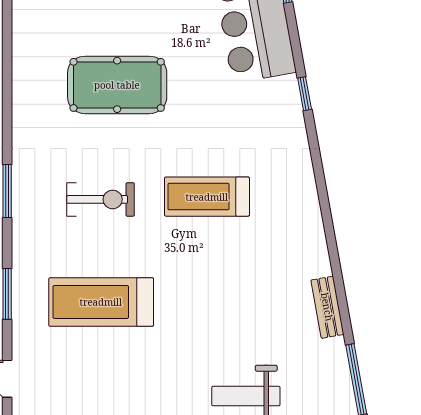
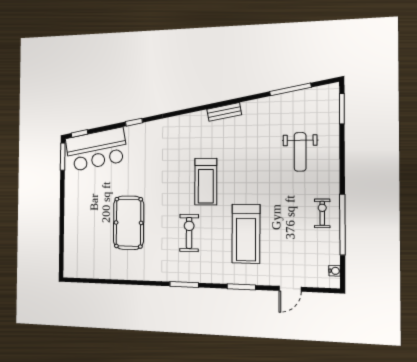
treadmill: (207, 197) -> (206, 182), moved
bench: (327, 307) -> (224, 112), moved

